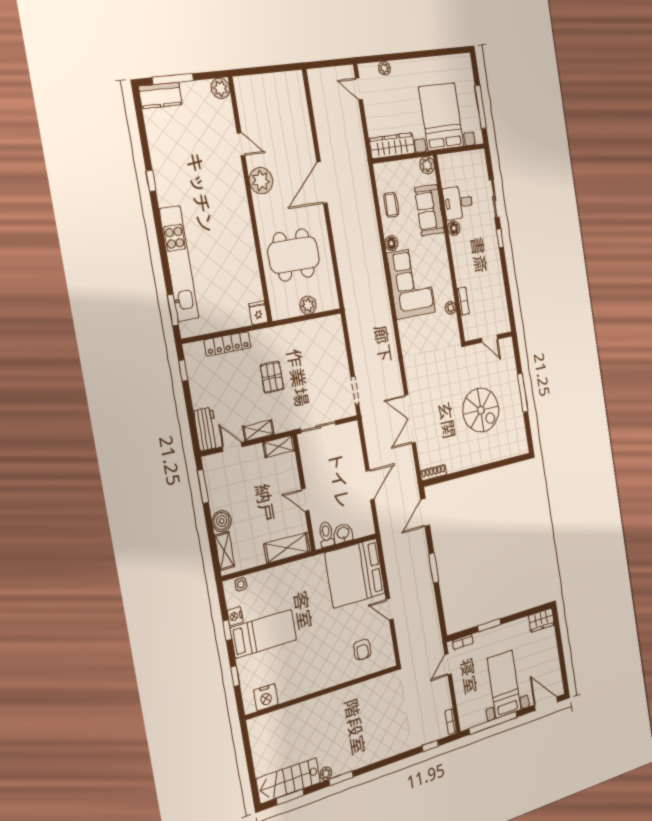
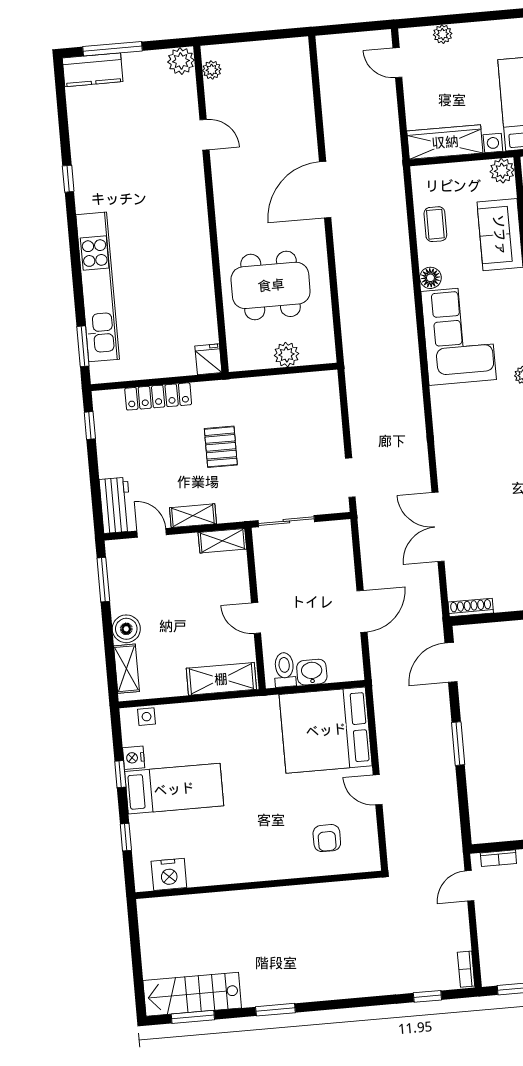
plant: (261, 181) -> (212, 70), moved, width x0.53, depth x0.53
plant: (326, 774) -> (252, 998), removed

